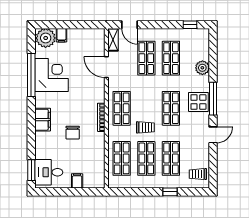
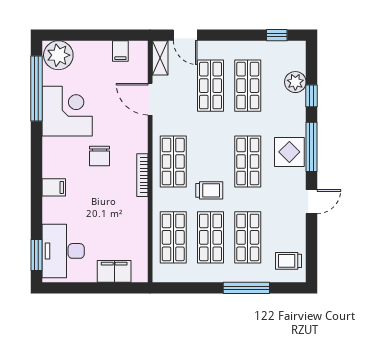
filing cabinet: (61, 35) -> (120, 51), moved
window: (213, 65) -> (311, 96), added
plant: (202, 68) -> (295, 82), moved
window: (31, 75) -> (37, 89), moved
filing cabinet: (43, 120) -> (54, 187), width x0.50
chair: (73, 133) -> (99, 156), moved
desk: (49, 172) -> (63, 251), width x1.37
filing cabinet: (77, 181) -> (114, 271), width x2.00
window: (170, 192) -> (246, 288), width x2.17

